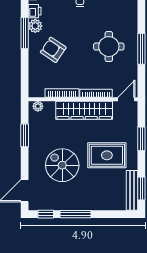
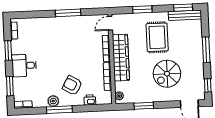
printer: (35, 11) -> (90, 100), moved
round table: (109, 47) -> (67, 40), removed
armchair: (53, 50) -> (72, 85), turned 86
door: (126, 99) -> (110, 23), hinge flipped
window: (76, 214) -> (206, 50), moved

